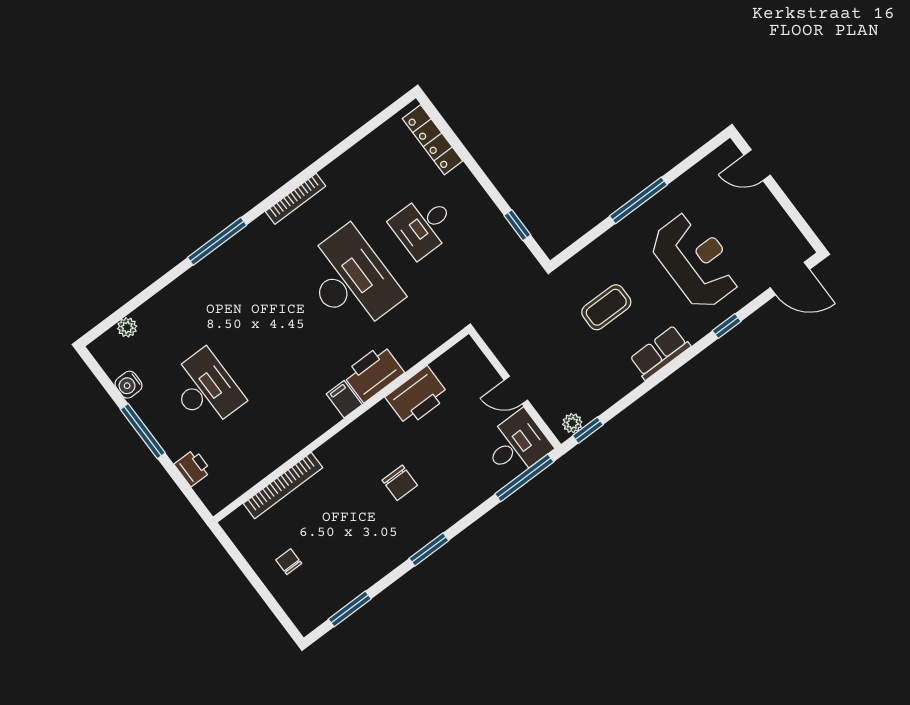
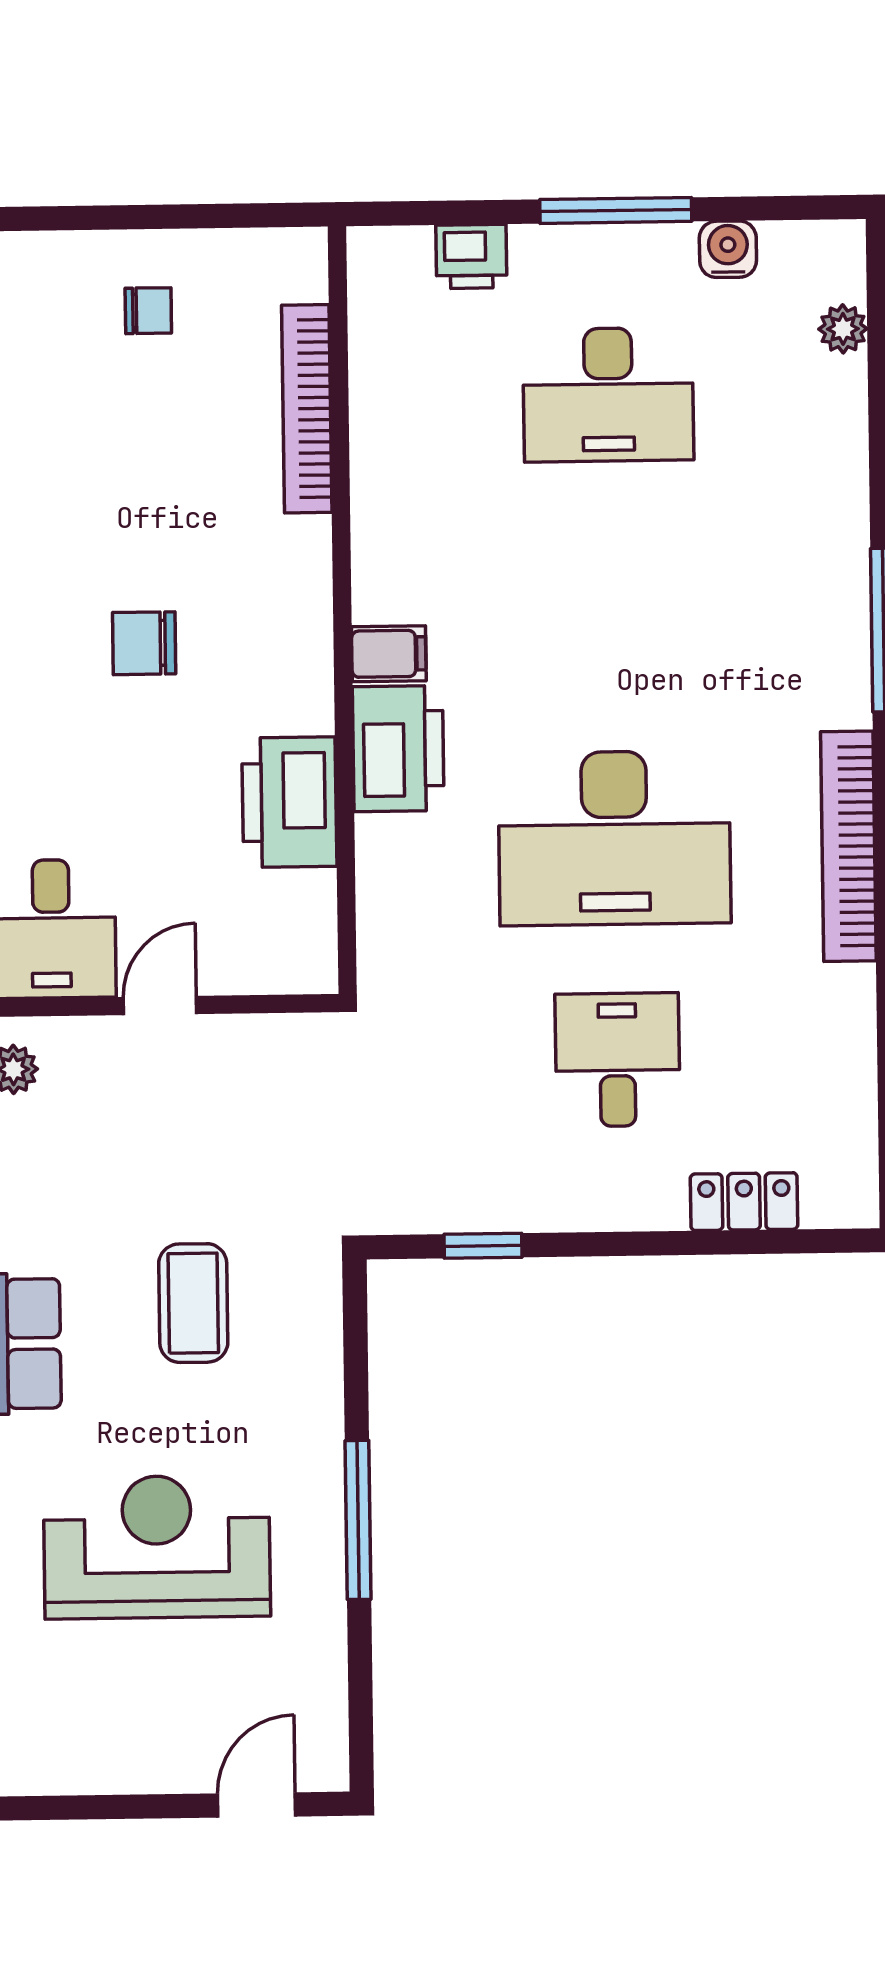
locker: (433, 140) -> (744, 1202), width x0.66
bookcase: (296, 199) -> (848, 846), width x1.48, depth x1.31
reception desk: (696, 260) -> (157, 1547), turned 180

